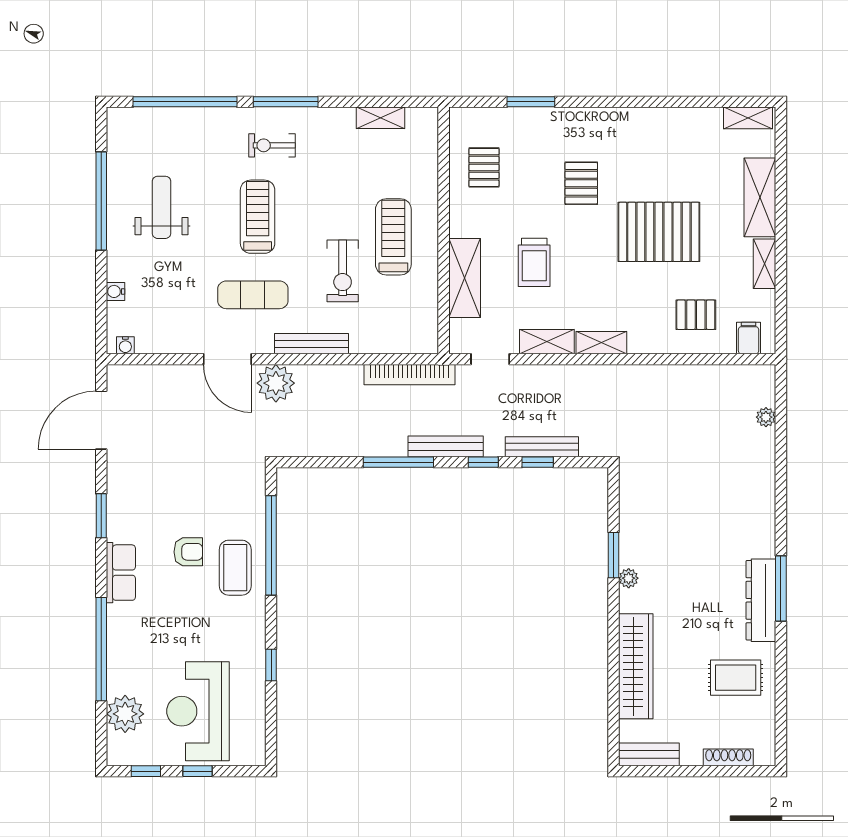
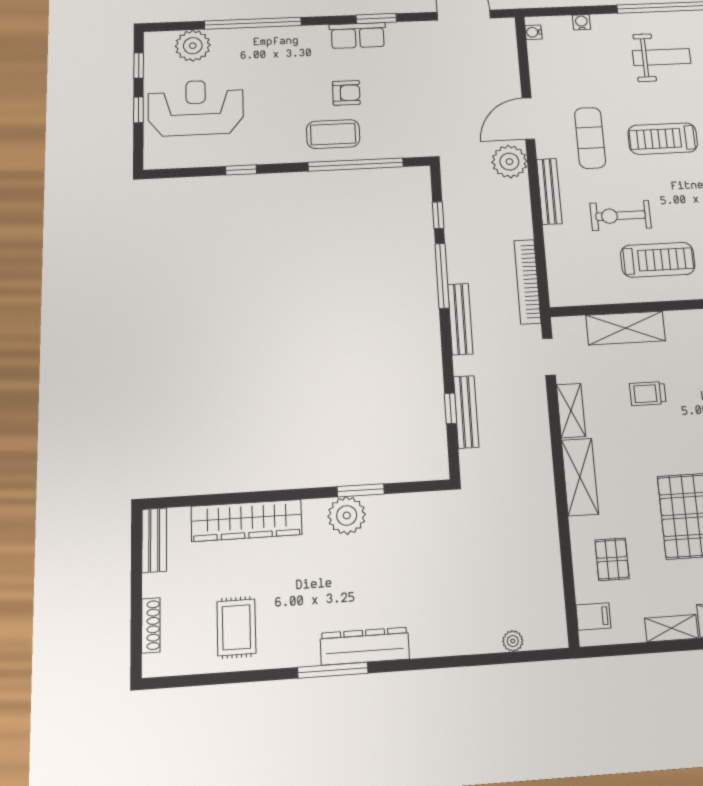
treadmill: (258, 217) -> (663, 139), turned 180
trolley: (534, 262) -> (648, 394), width x0.73, depth x0.72
shelving: (601, 343) -> (580, 477), width x1.50, depth x1.33
window: (483, 462) -> (438, 215), moved
armchair: (188, 552) -> (346, 93), turned -90
row of seats: (121, 573) -> (358, 36), moved
plant: (629, 578) -> (347, 515), width x1.88, depth x1.88
dresser: (761, 600) -> (365, 646), moved

